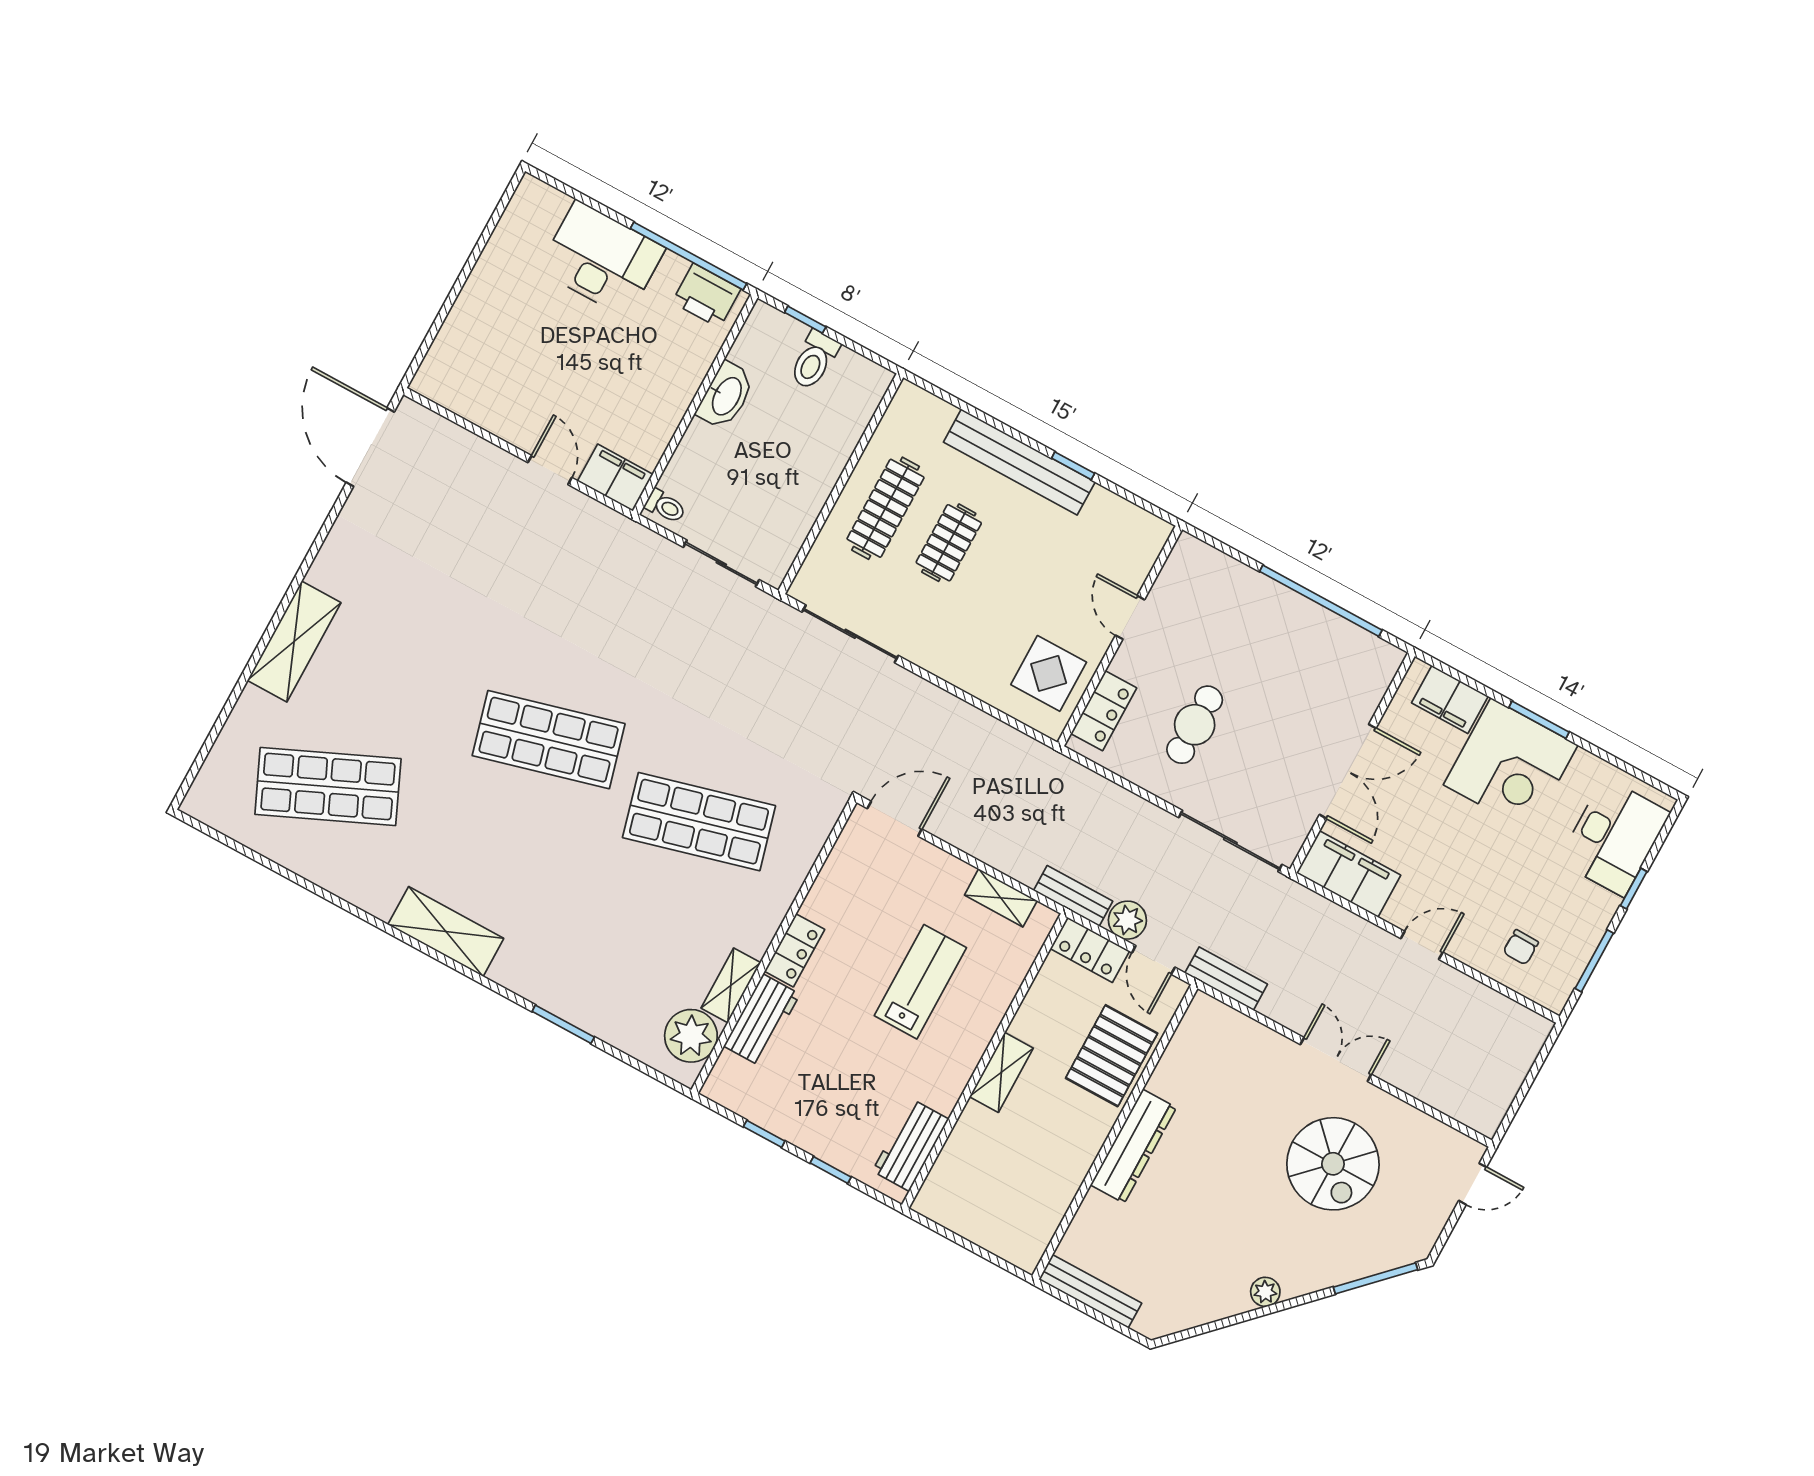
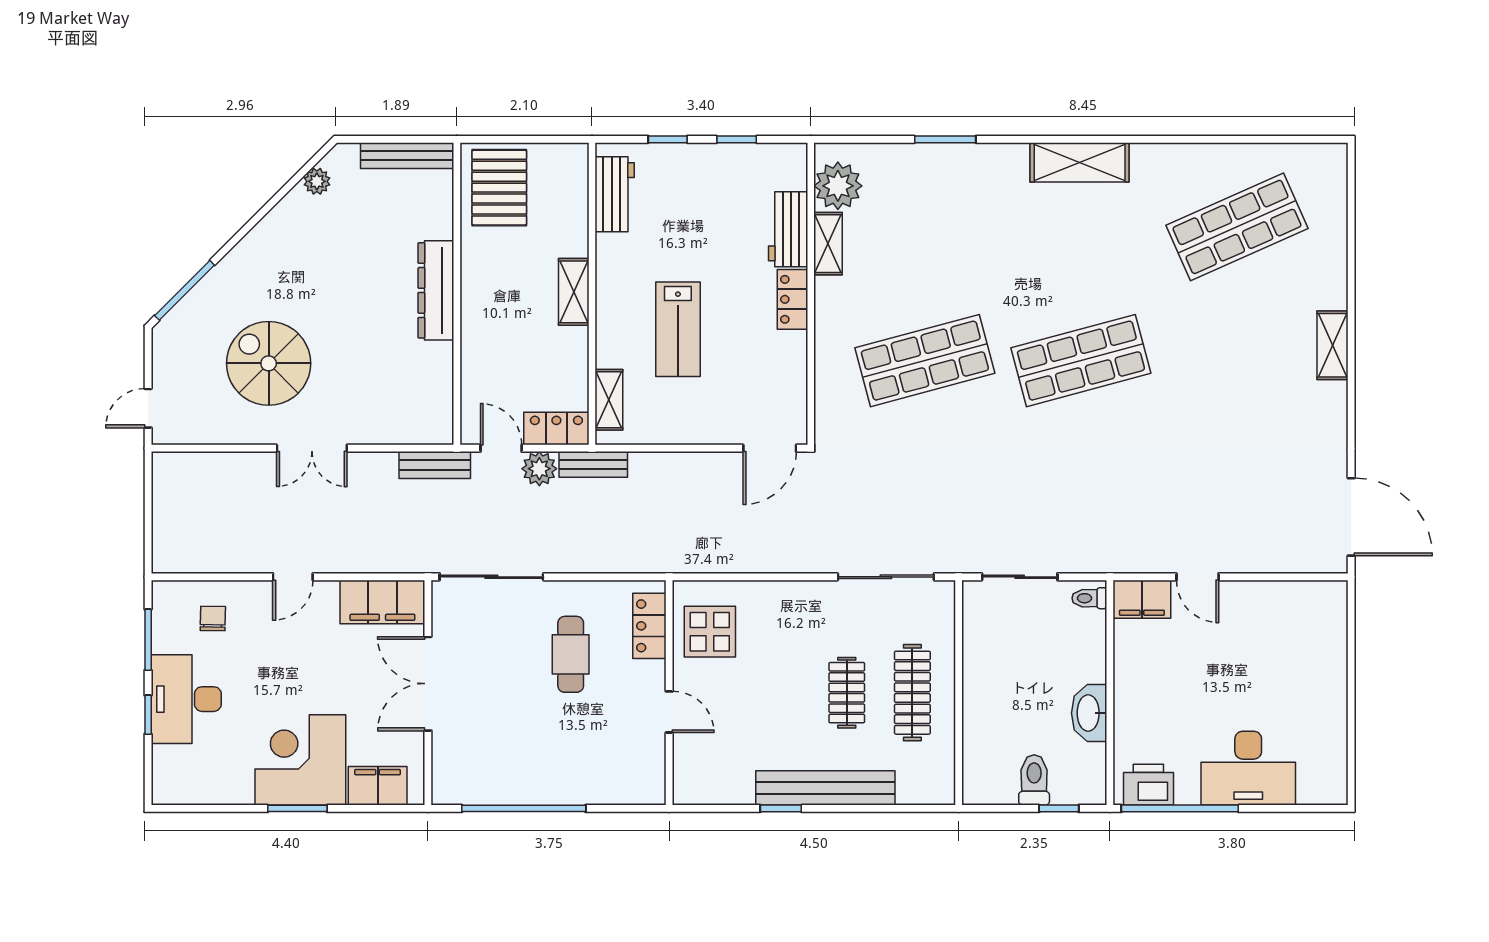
shelving: (294, 641) -> (1332, 345), width x0.67, depth x0.75
desk: (1614, 837) -> (186, 699), moved
shelving: (1001, 898) -> (609, 400), moved, turned 90
pallet: (1112, 1056) -> (499, 188), moved
plant: (1265, 1292) -> (317, 181), moved

